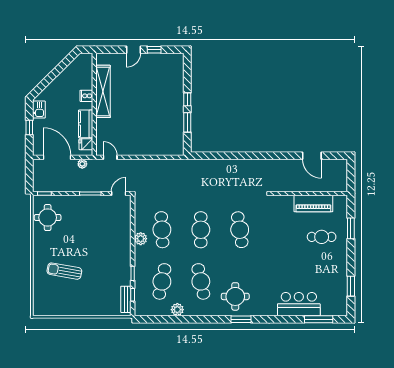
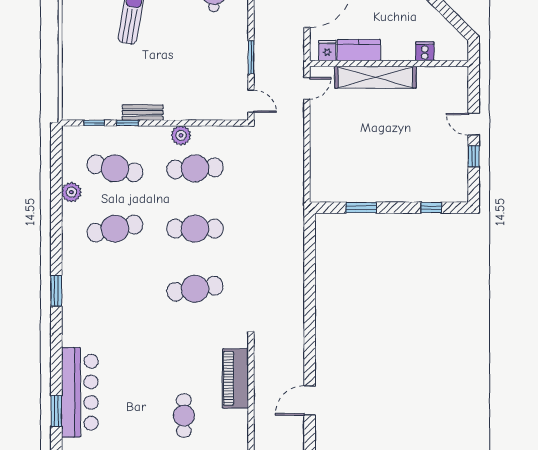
shelving: (103, 91) -> (375, 77), moved
cooker: (86, 96) -> (425, 51), moved
window: (187, 99) -> (431, 208), moved
plant: (82, 164) -> (297, 45), removed
piano: (313, 204) -> (235, 378), moved
round table: (235, 296) -> (92, 282), removed
bench: (126, 299) -> (143, 112), moved
bar counter: (299, 304) -> (80, 392), width x1.36
window: (319, 319) -> (56, 411), width x0.69

